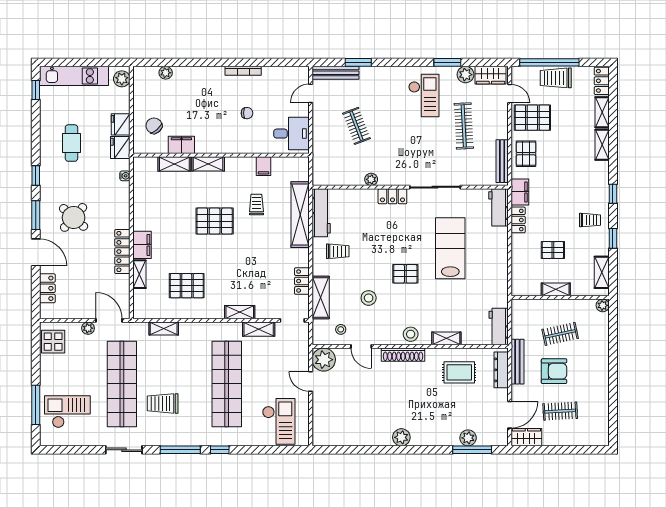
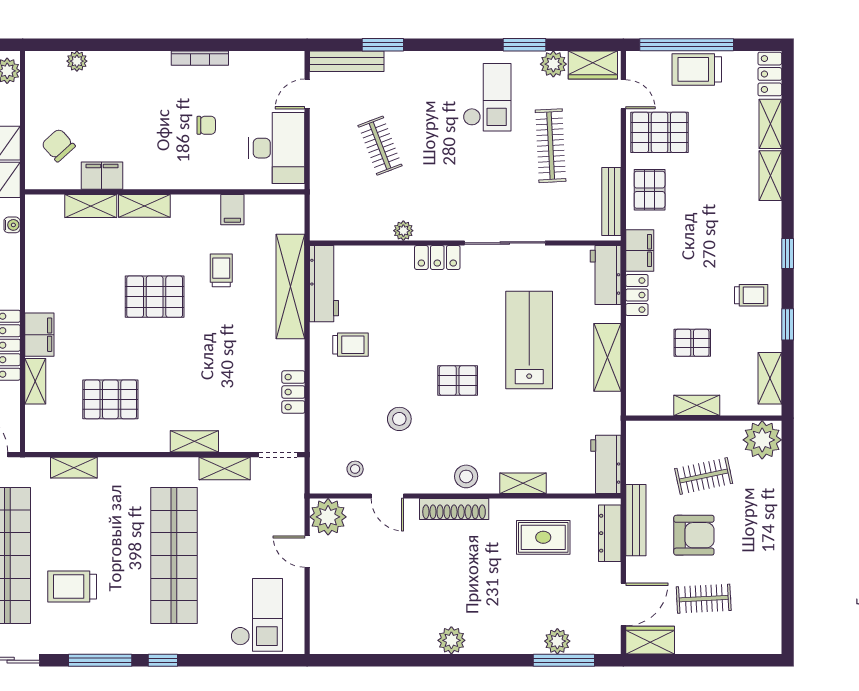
desk: (291, 134) -> (277, 148), width x1.37
shelving: (321, 297) -> (607, 357), moved
plant: (603, 305) -> (762, 440), width x1.87, depth x1.87

